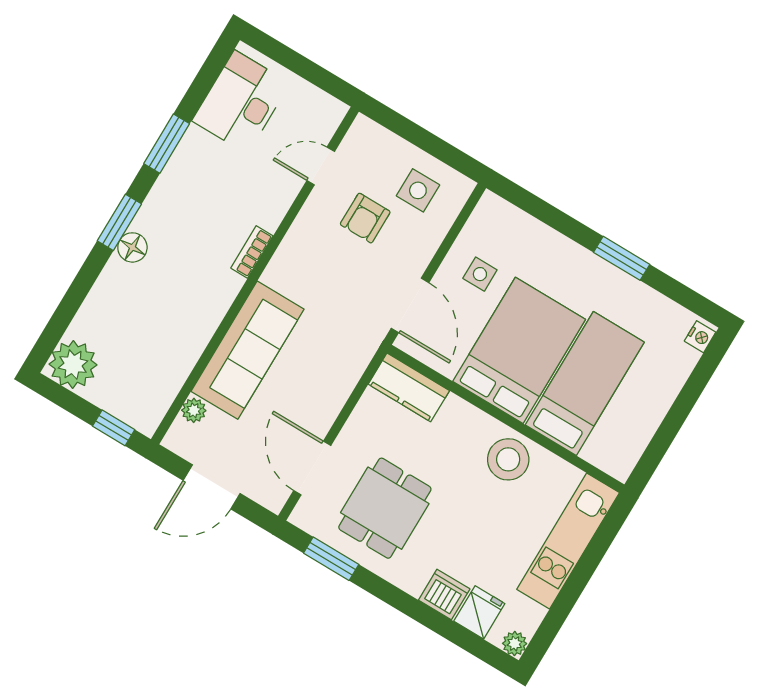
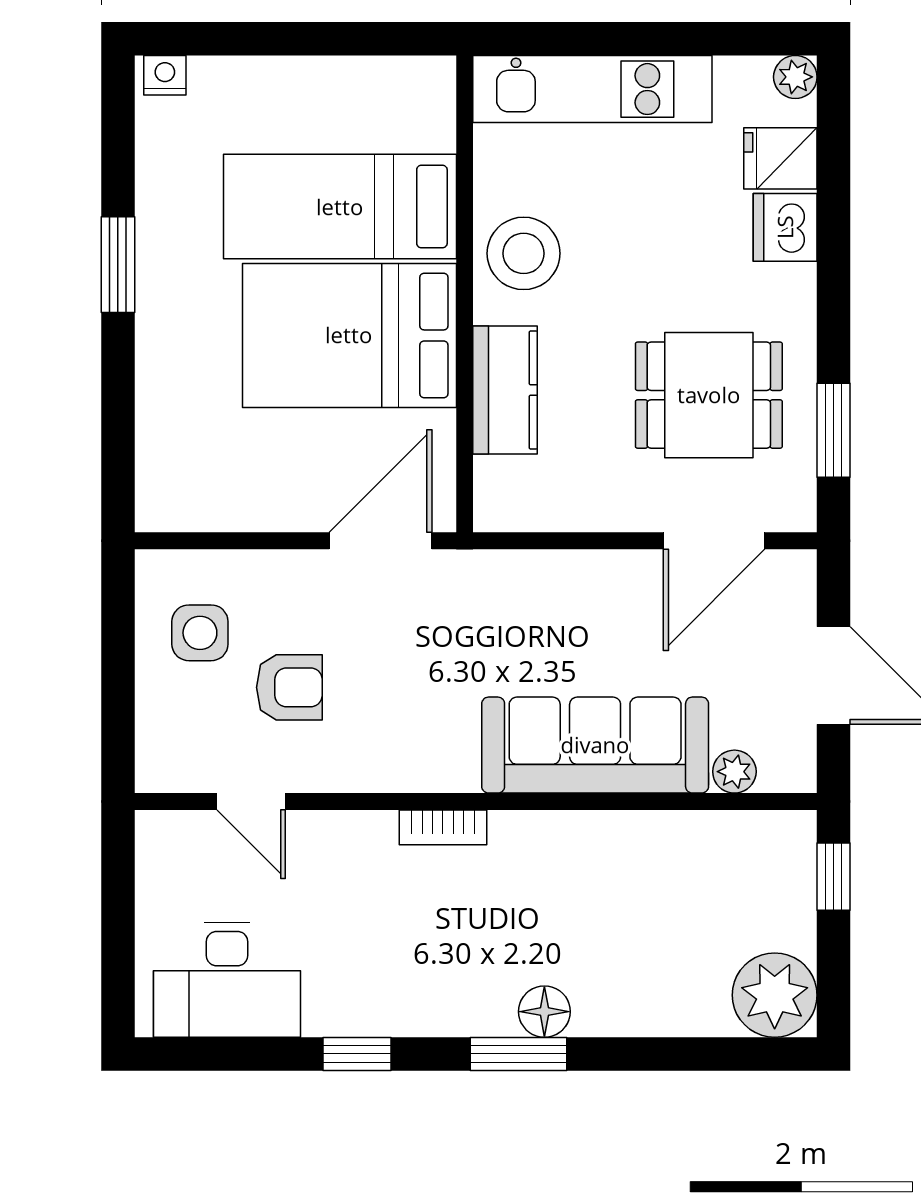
window: (167, 144) -> (357, 1054), width x0.67
side table: (480, 274) -> (270, 464), removed
kitchen counter: (409, 387) -> (505, 390), moved

